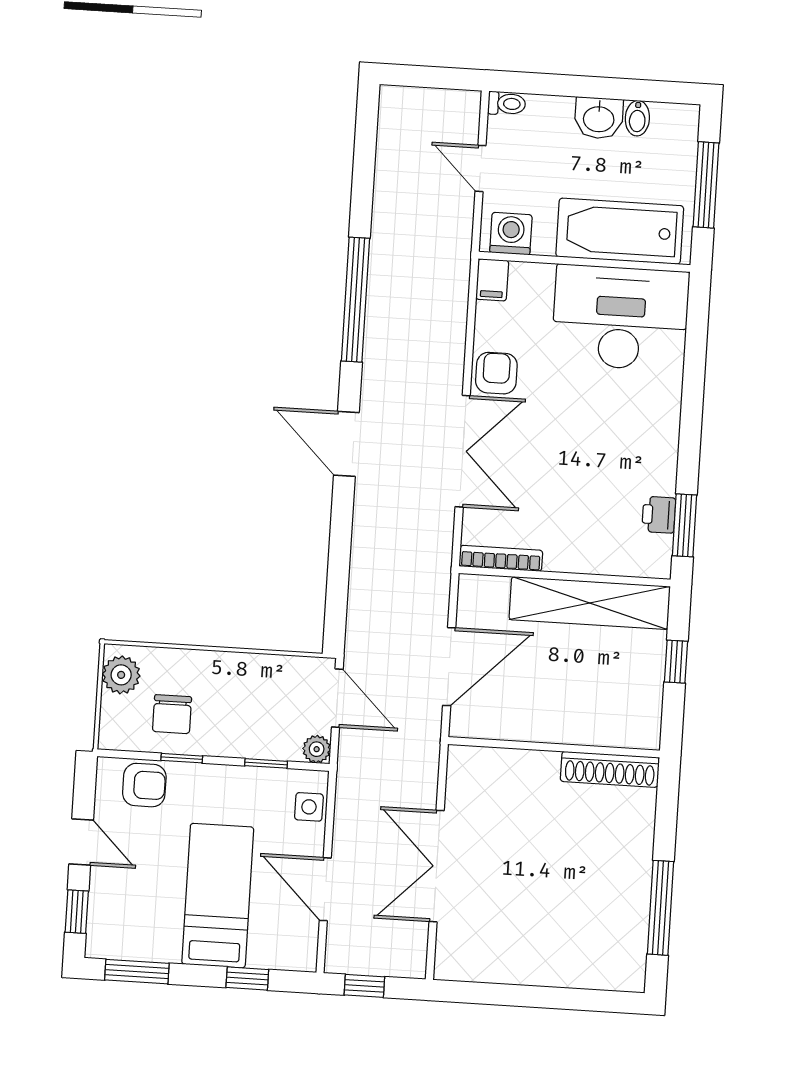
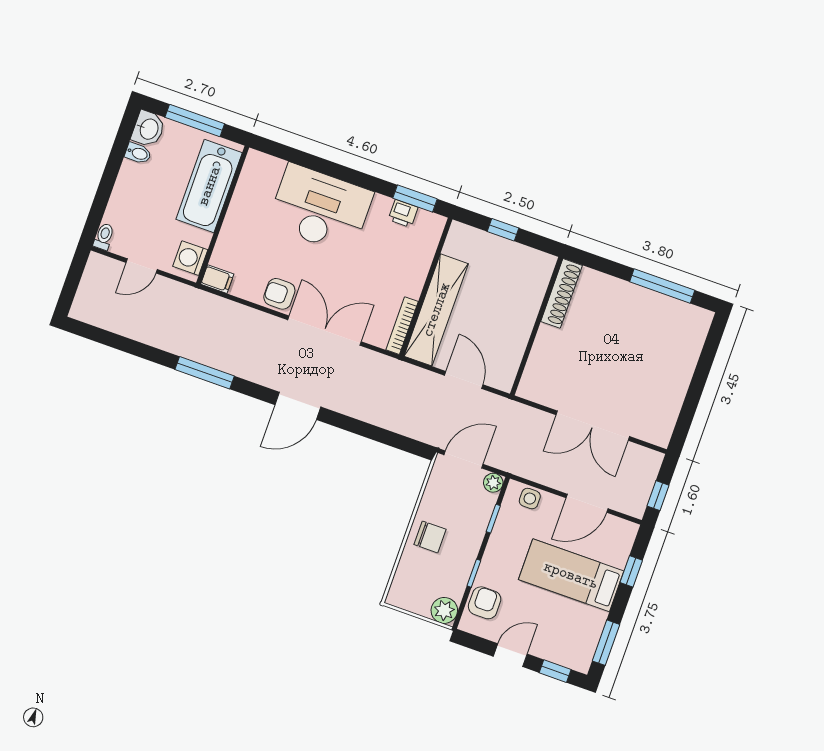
washbasin: (599, 118) -> (148, 129), moved
window: (356, 300) -> (205, 373), width x0.68
desk: (620, 318) -> (320, 209), moved, turned 90
shelving: (590, 603) -> (436, 310), moved
door: (449, 667) -> (464, 380), width x0.73
plant: (121, 675) -> (444, 610), moved
chair: (172, 714) -> (430, 537), moved

